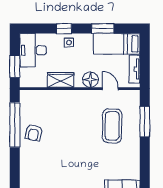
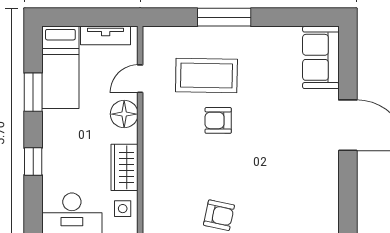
side table: (69, 42) -> (123, 209), moved
window: (145, 122) -> (224, 17), moved
armchair: (87, 132) -> (218, 120), added

